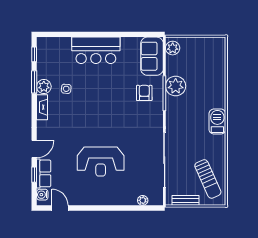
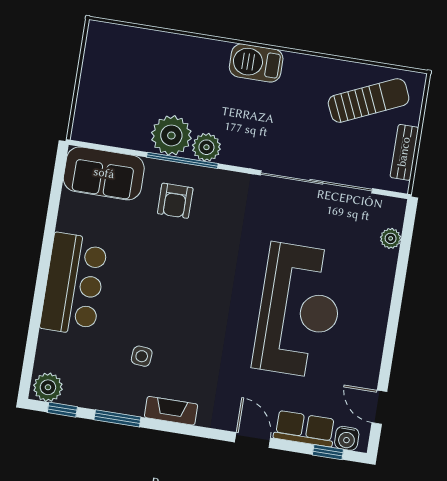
plant: (173, 48) -> (206, 147), moved
plant: (44, 87) -> (48, 387), moved
armchair: (144, 93) -> (175, 201), turned -90
reception desk: (101, 162) -> (299, 310), width x1.36, depth x1.30
window: (34, 175) -> (328, 452), moved
door: (60, 208) -> (379, 407), hinge flipped

